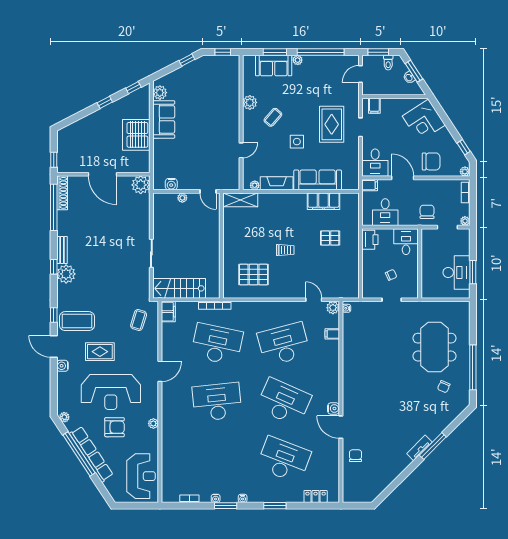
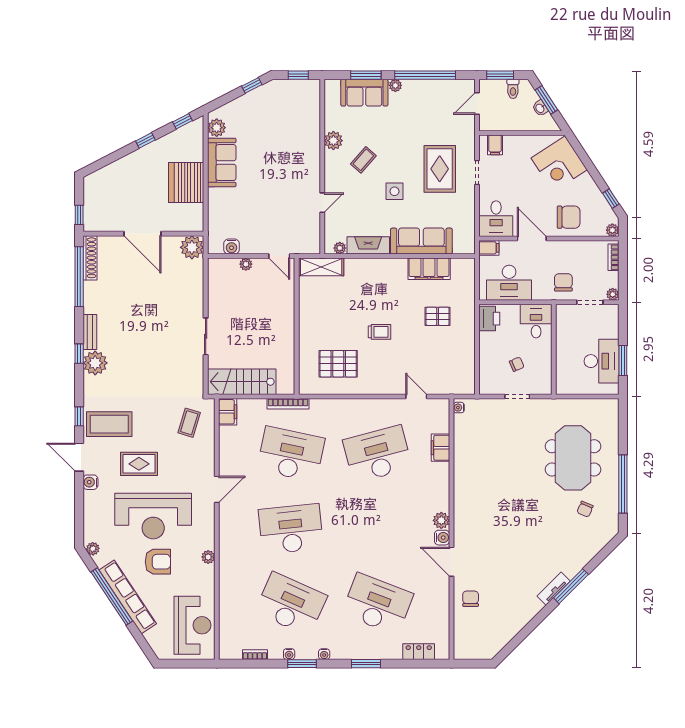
desk: (385, 212) -> (509, 283), width x1.37
plant: (333, 308) -> (441, 520), moved
filing cabinet: (332, 334) -> (440, 448), width x2.00
desk: (284, 402) -> (291, 604), moved

